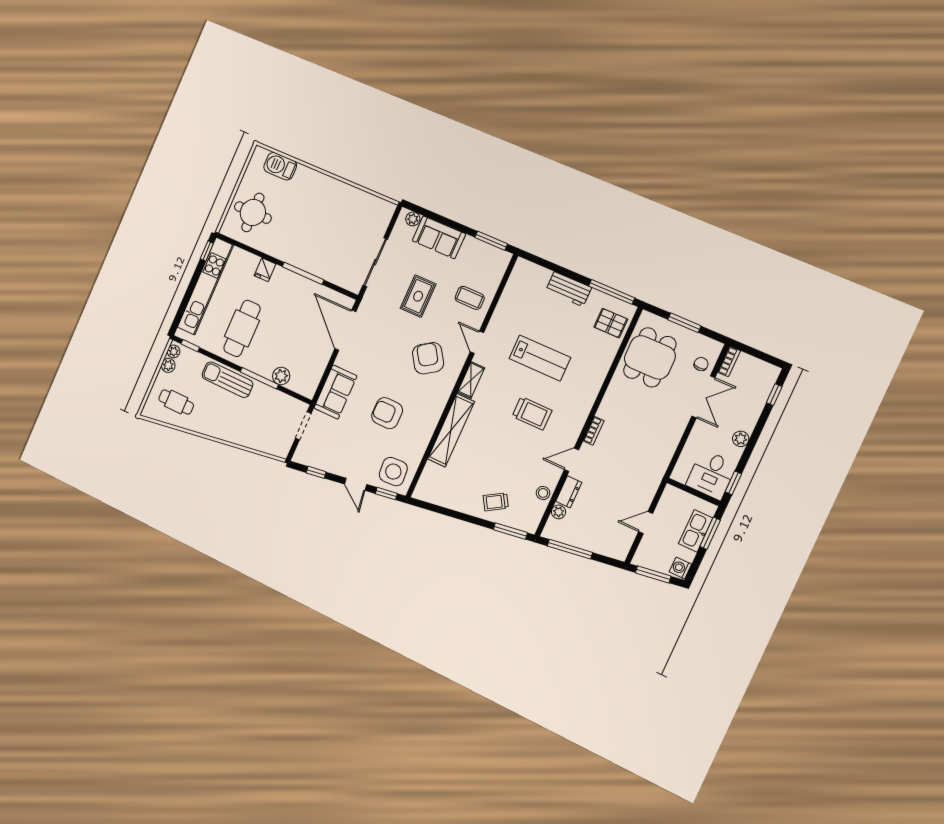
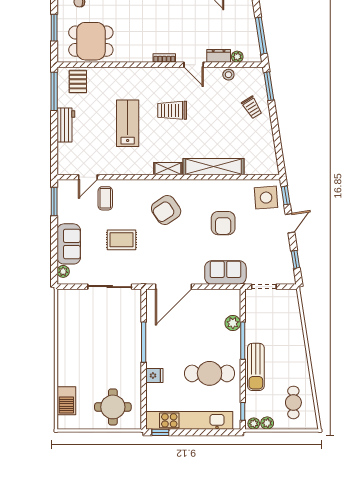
door: (477, 342) -> (88, 177), moved
trolley: (532, 413) -> (172, 110), turned -90

